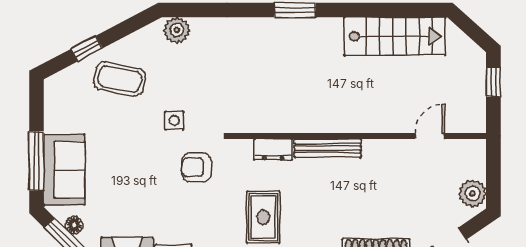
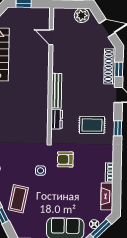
armchair: (196, 167) -> (65, 159), turned 90

